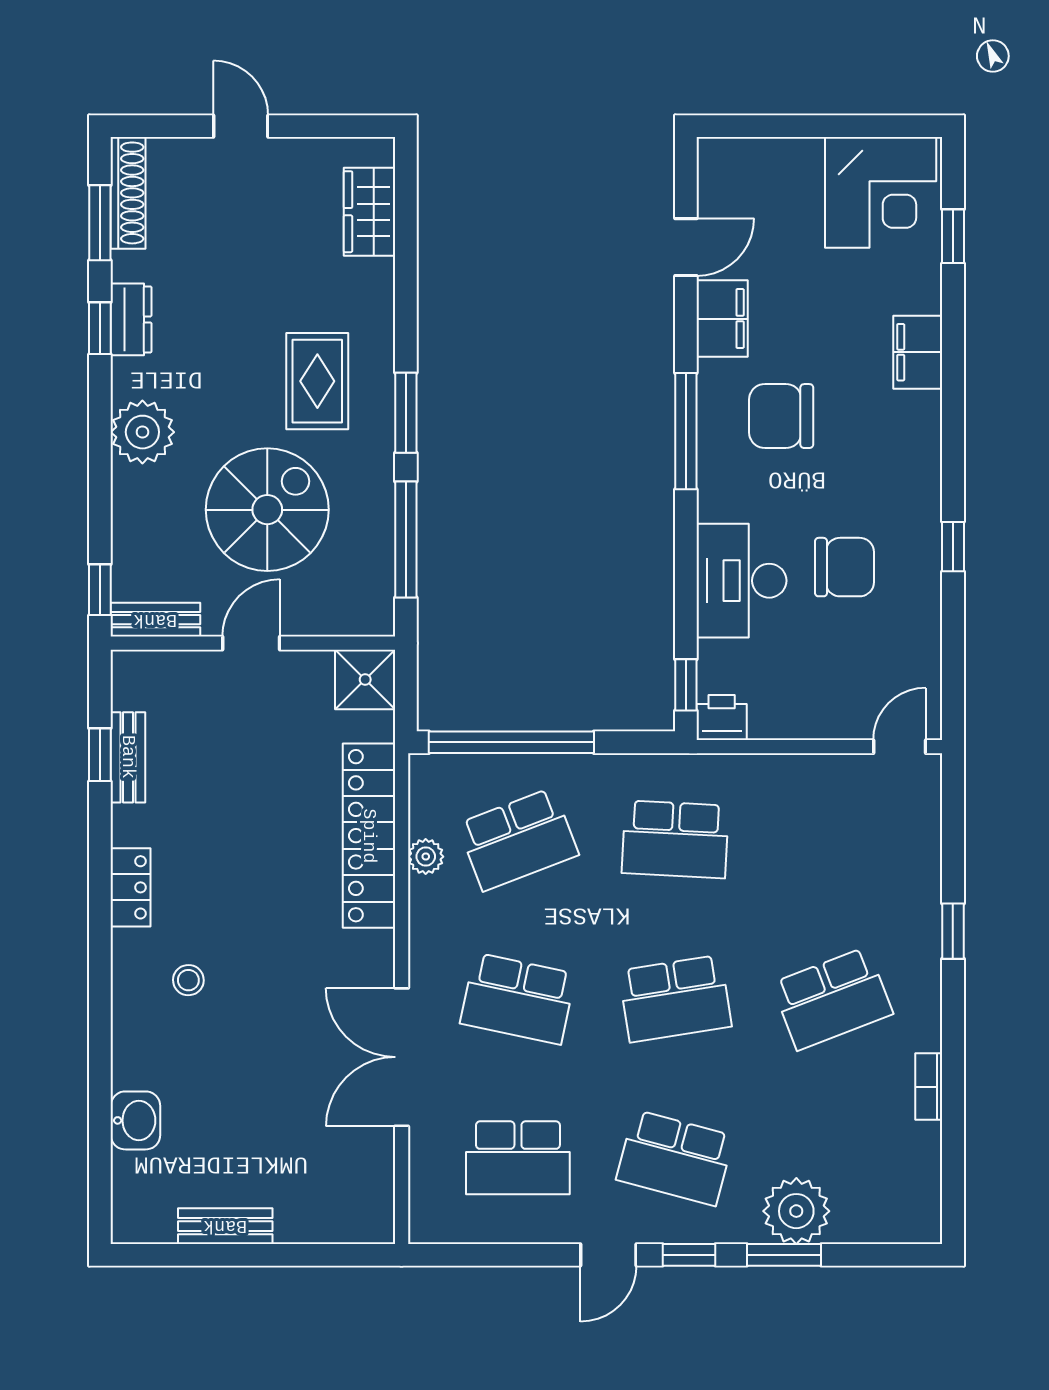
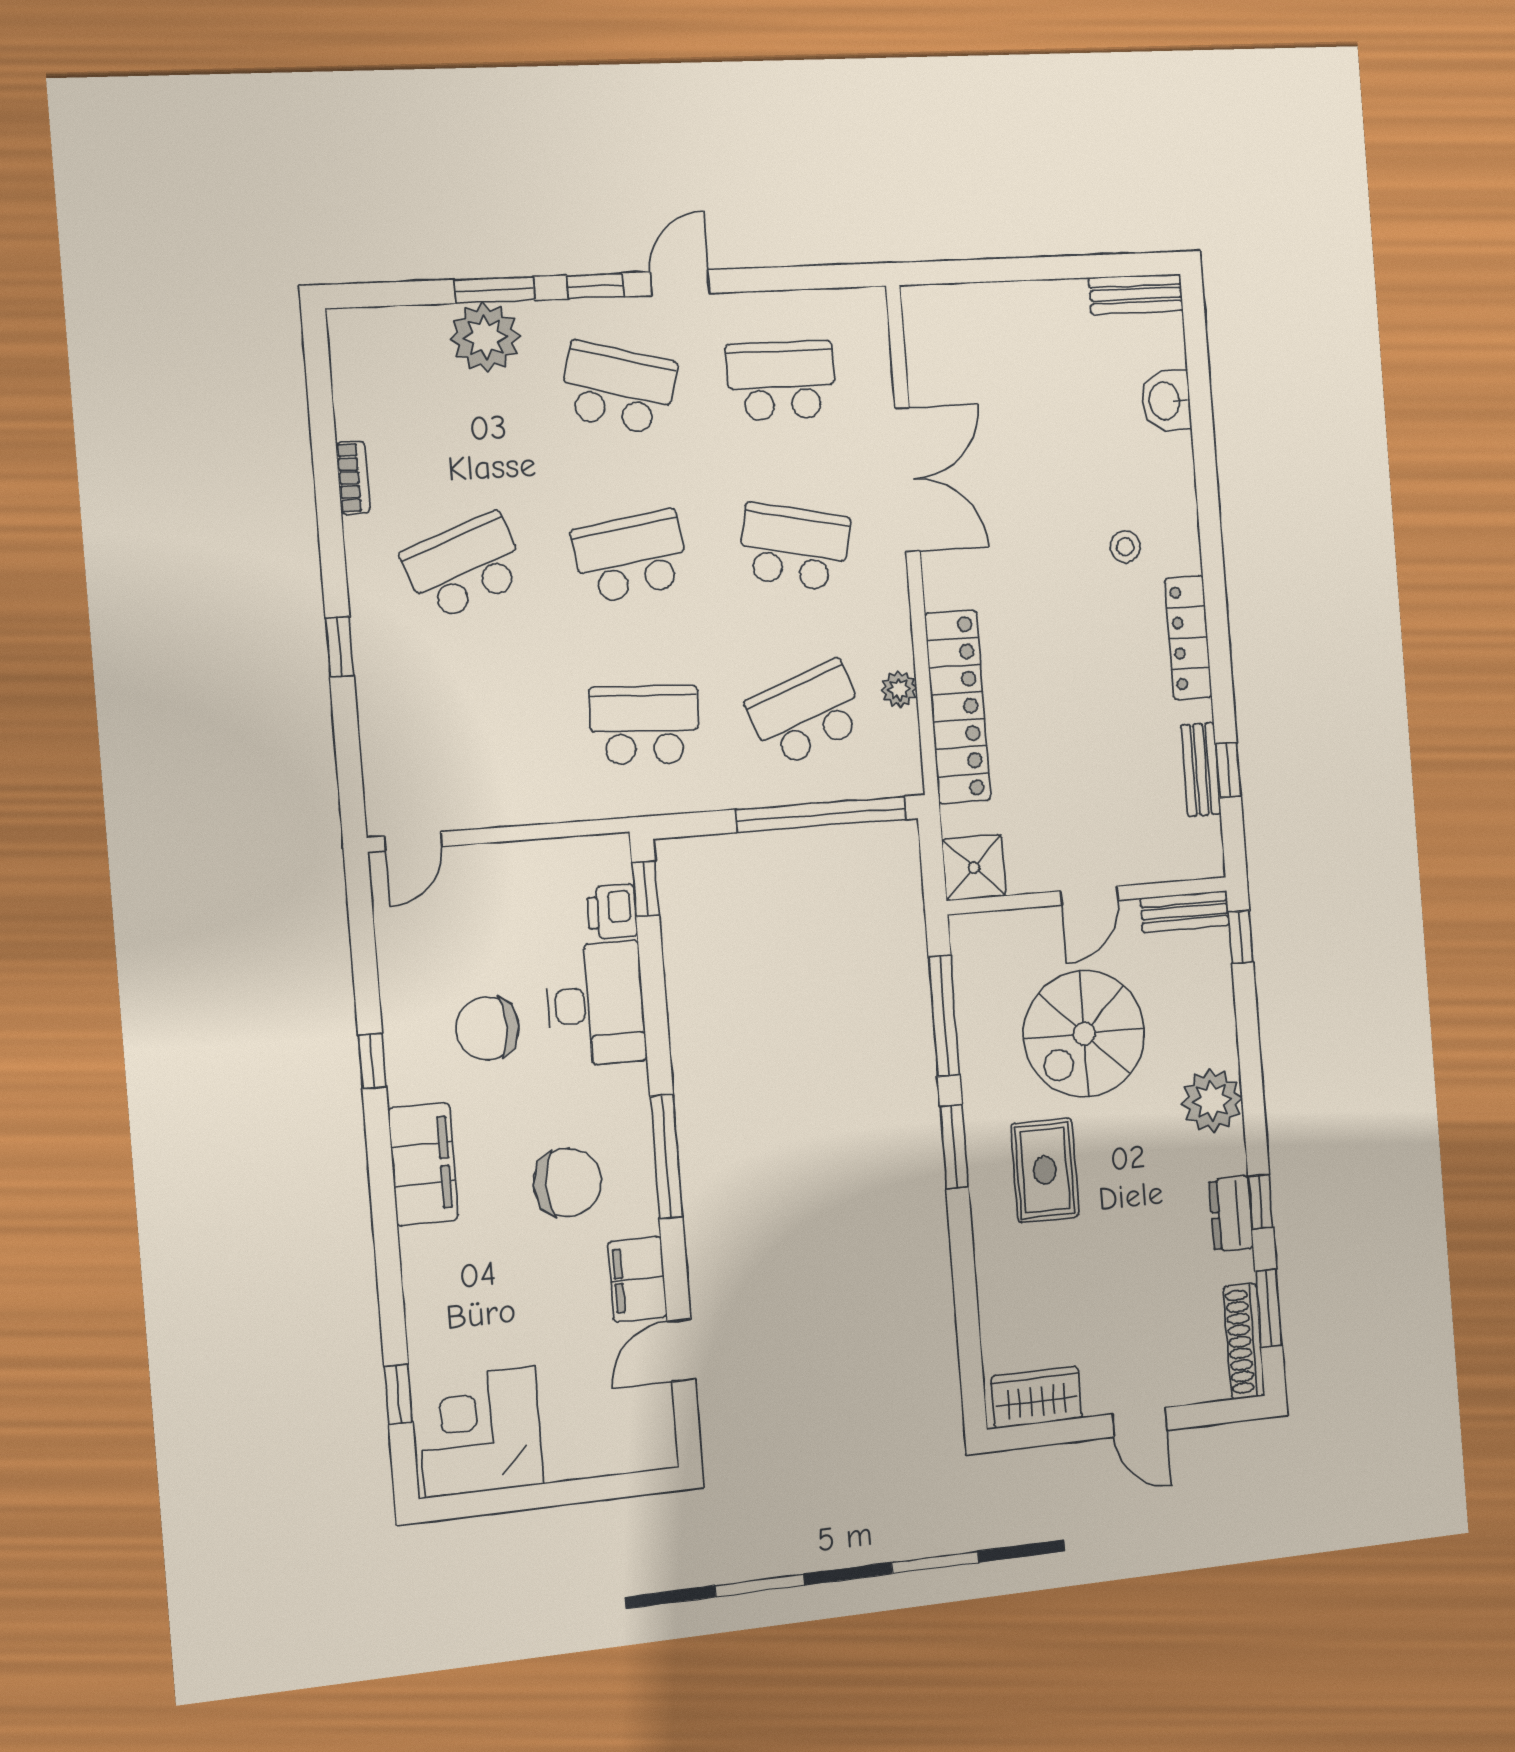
wardrobe: (369, 212) -> (1036, 1397), moved, turned -90
filing cabinet: (918, 352) -> (423, 1164), moved, width x1.50, depth x1.17
printer: (722, 717) -> (612, 912), moved, turned 90
locker: (131, 887) -> (1188, 638), width x1.53
bench: (225, 1226) -> (1136, 294), moved

